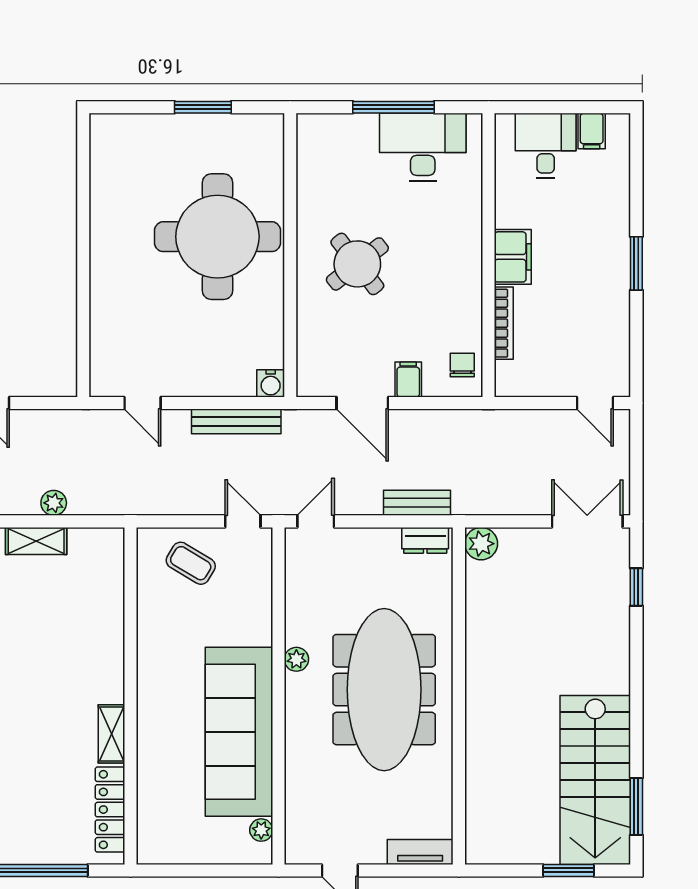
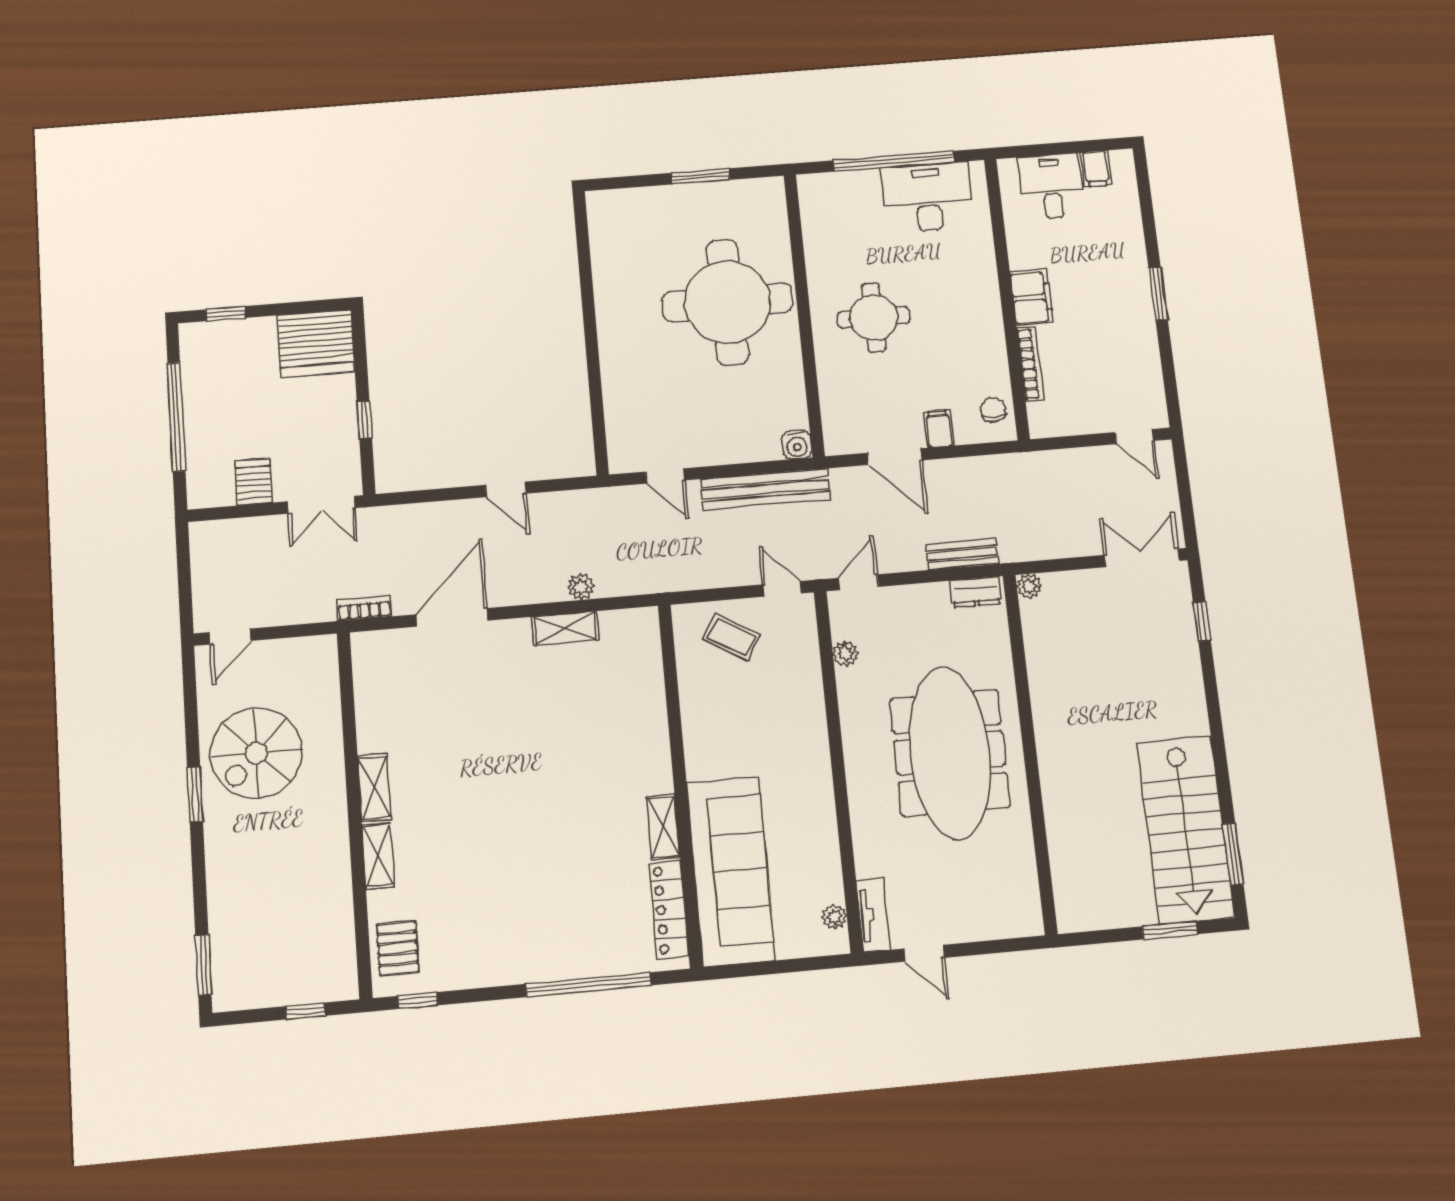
window: (393, 107) -> (894, 161), width x1.46
round table: (357, 264) -> (874, 318), turned 38
bench: (236, 421) -> (765, 489), width x1.37, depth x1.21
plant: (481, 544) -> (1029, 586), width x0.73, depth x0.73
plant: (296, 659) -> (846, 654), moved
sofa: (239, 732) -> (731, 871), moved, turned 180
tv unit: (420, 852) -> (873, 915), moved, turned 90

